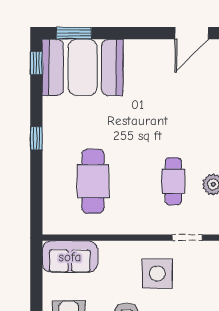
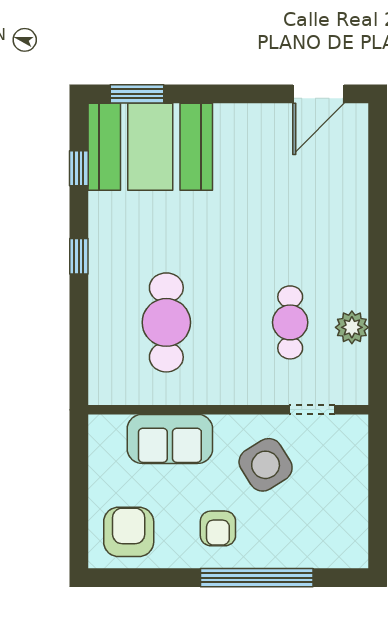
window: (36, 63) -> (79, 168), moved
sofa: (70, 257) -> (170, 439), moved
side table: (157, 273) -> (266, 465), turned -32

